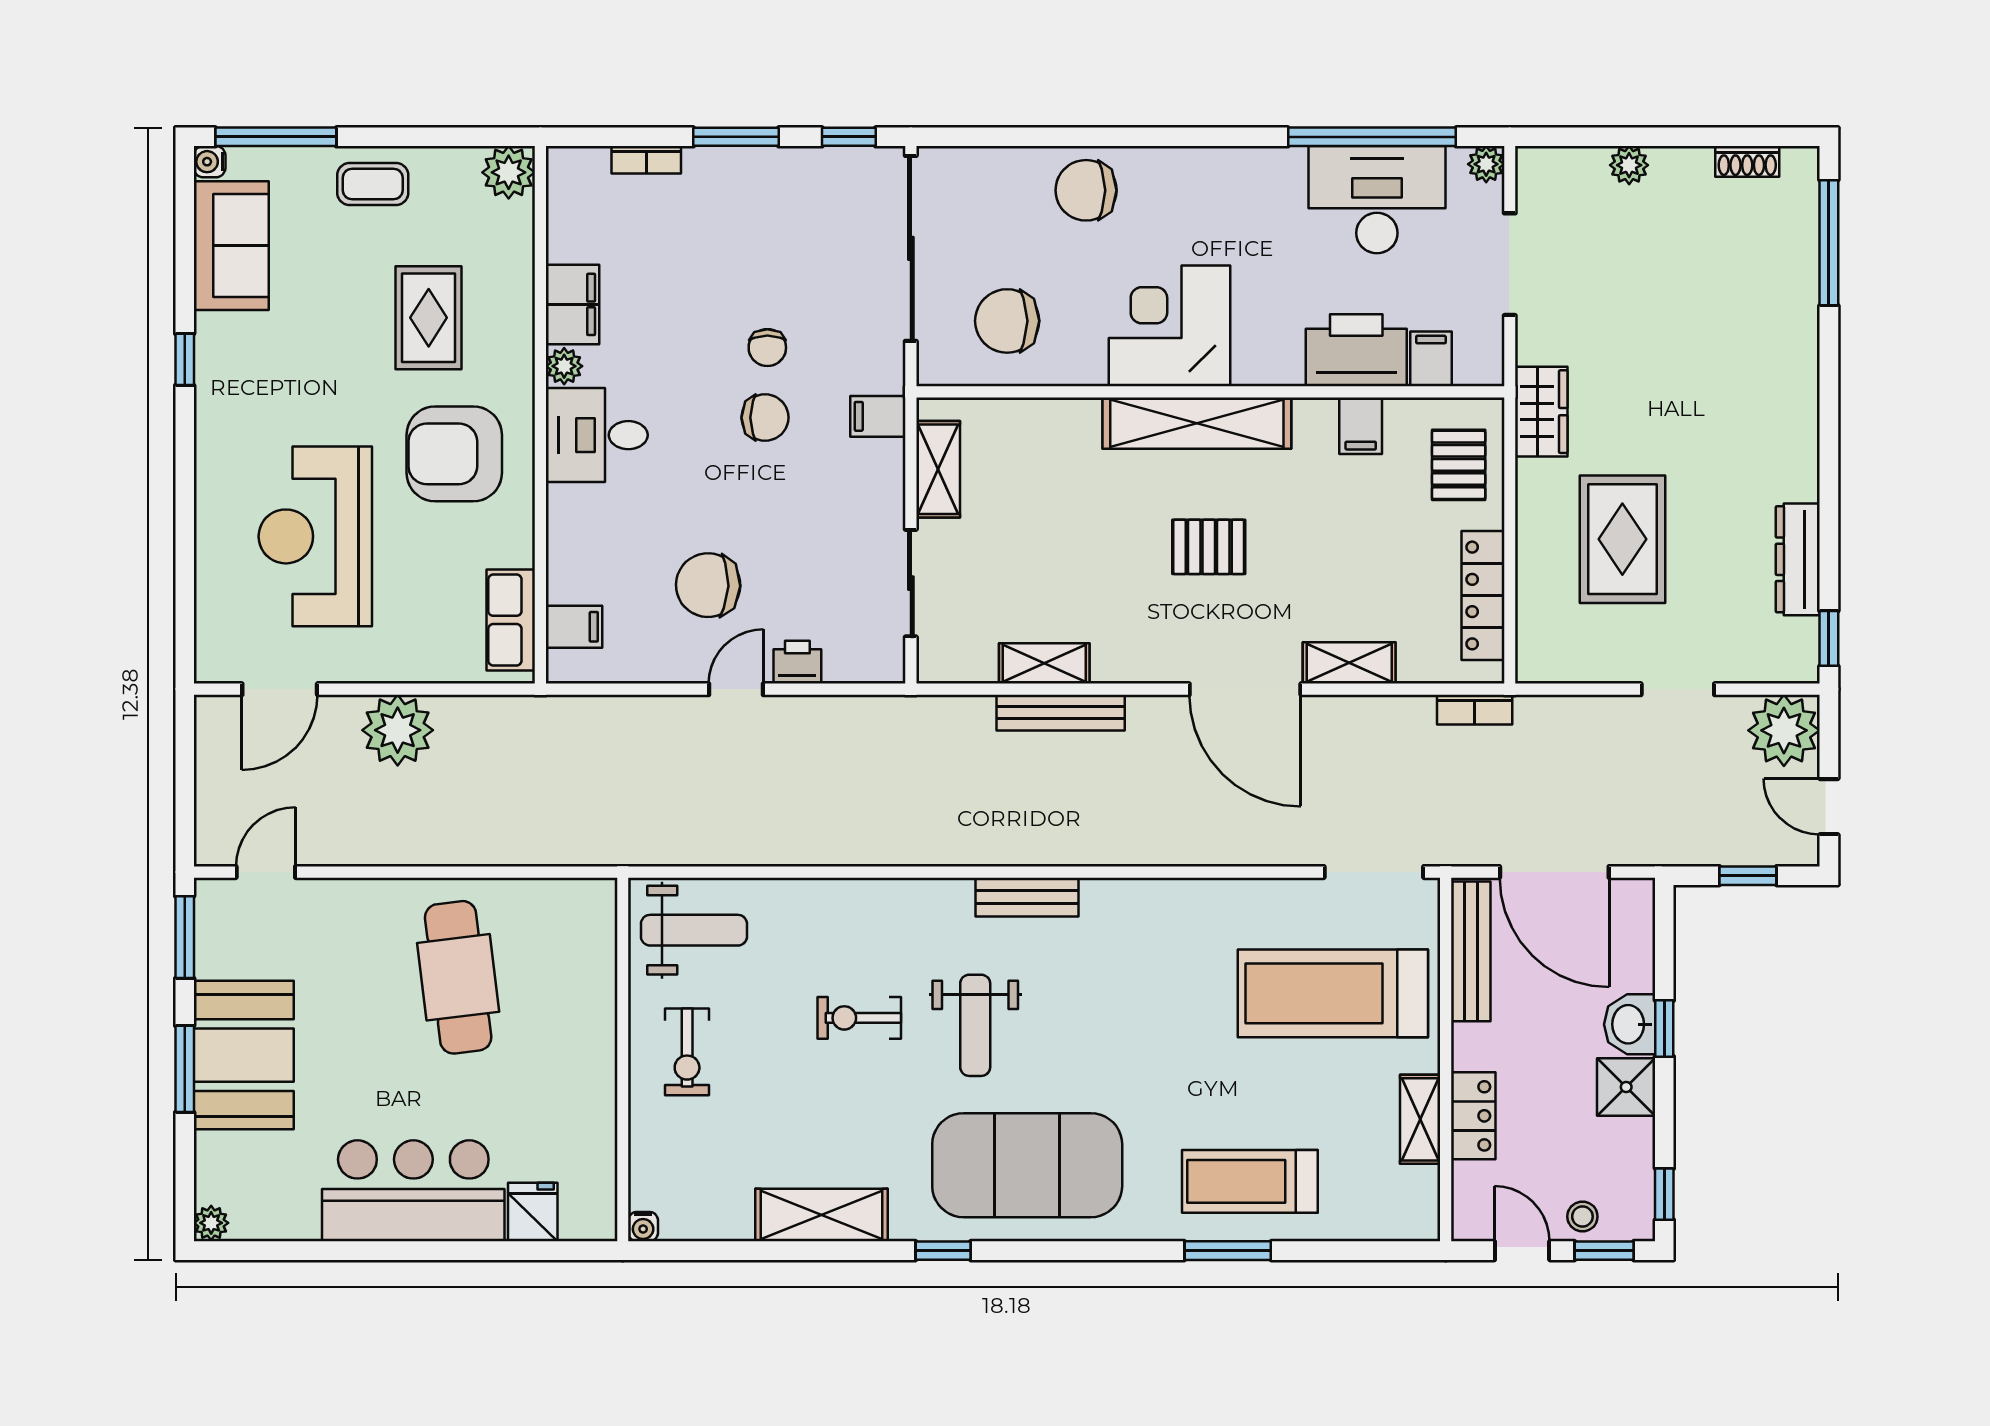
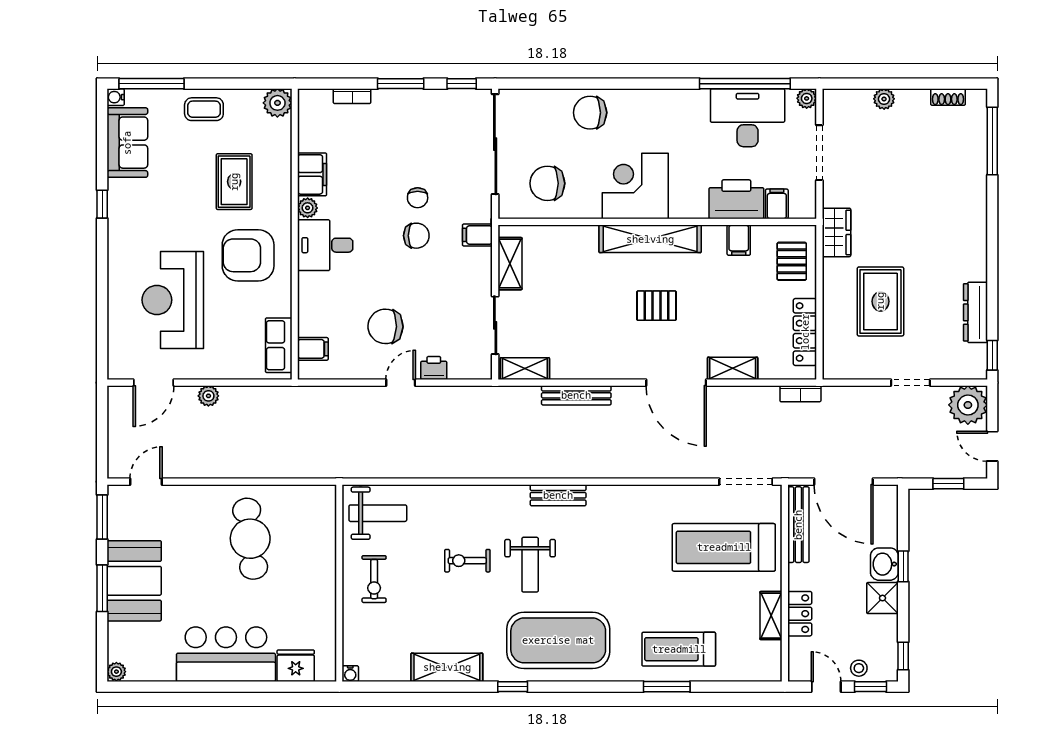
shelving: (1044, 663) -> (525, 369), moved
plant: (398, 730) -> (208, 396), width x0.53, depth x0.53
fridge: (533, 1212) -> (296, 666), width x1.38

